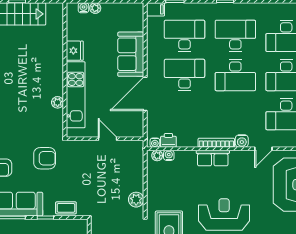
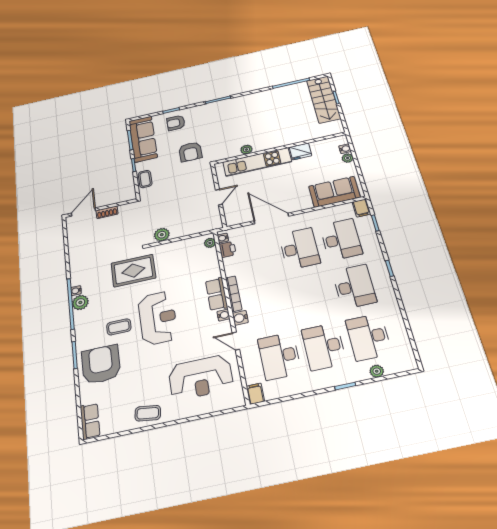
sofa: (131, 54) -> (334, 192), moved
desk: (235, 75) -> (311, 296), removed
water cooler: (169, 155) -> (223, 315), moved

